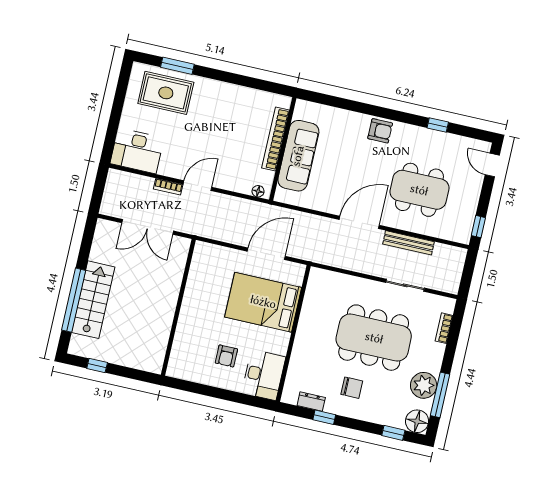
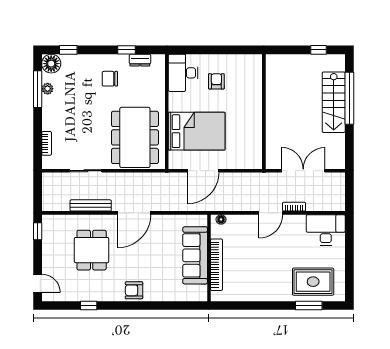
dining table: (419, 190) -> (92, 250), width x0.73
dining table: (374, 338) -> (135, 137), moved, turned 90
plant: (424, 385) -> (48, 89), width x0.53, depth x0.53

